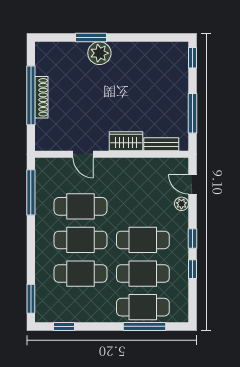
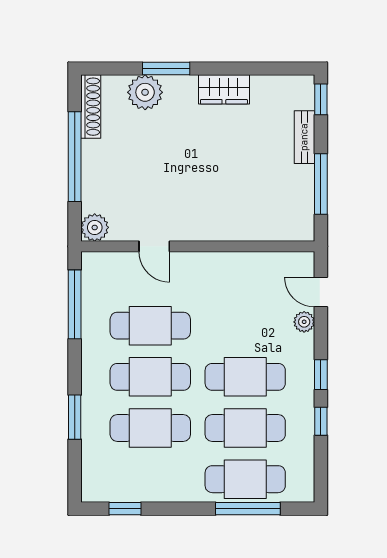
plant: (99, 53) -> (145, 92), moved
shoe rack: (41, 97) -> (91, 107), moved
wardrobe: (126, 141) -> (224, 89), moved, turned 180
plant: (44, 142) -> (95, 227), added
bench: (161, 144) -> (304, 137), moved, turned 90
window: (31, 299) -> (75, 417), moved

